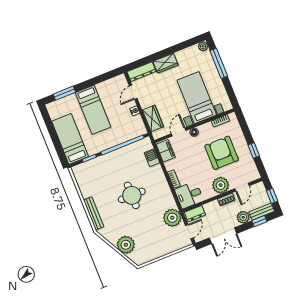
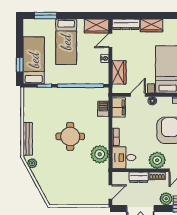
wardrobe: (115, 84) -> (97, 26), added
window: (59, 148) -> (20, 65), added
dresser: (195, 214) -> (139, 177), moved
plant: (172, 218) -> (100, 154), moved
plant: (126, 245) -> (32, 163), moved, width x0.53, depth x0.53

